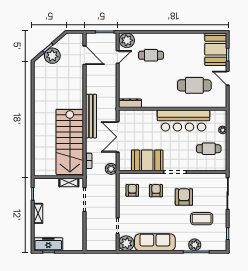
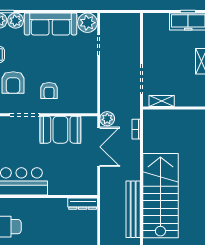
bench: (91, 116) -> (133, 209), moved
double door: (118, 137) -> (99, 147), moved
stairs: (70, 142) -> (160, 196), moved
armchair: (132, 190) -> (80, 91), removed
plant: (182, 245) -> (16, 21), added

